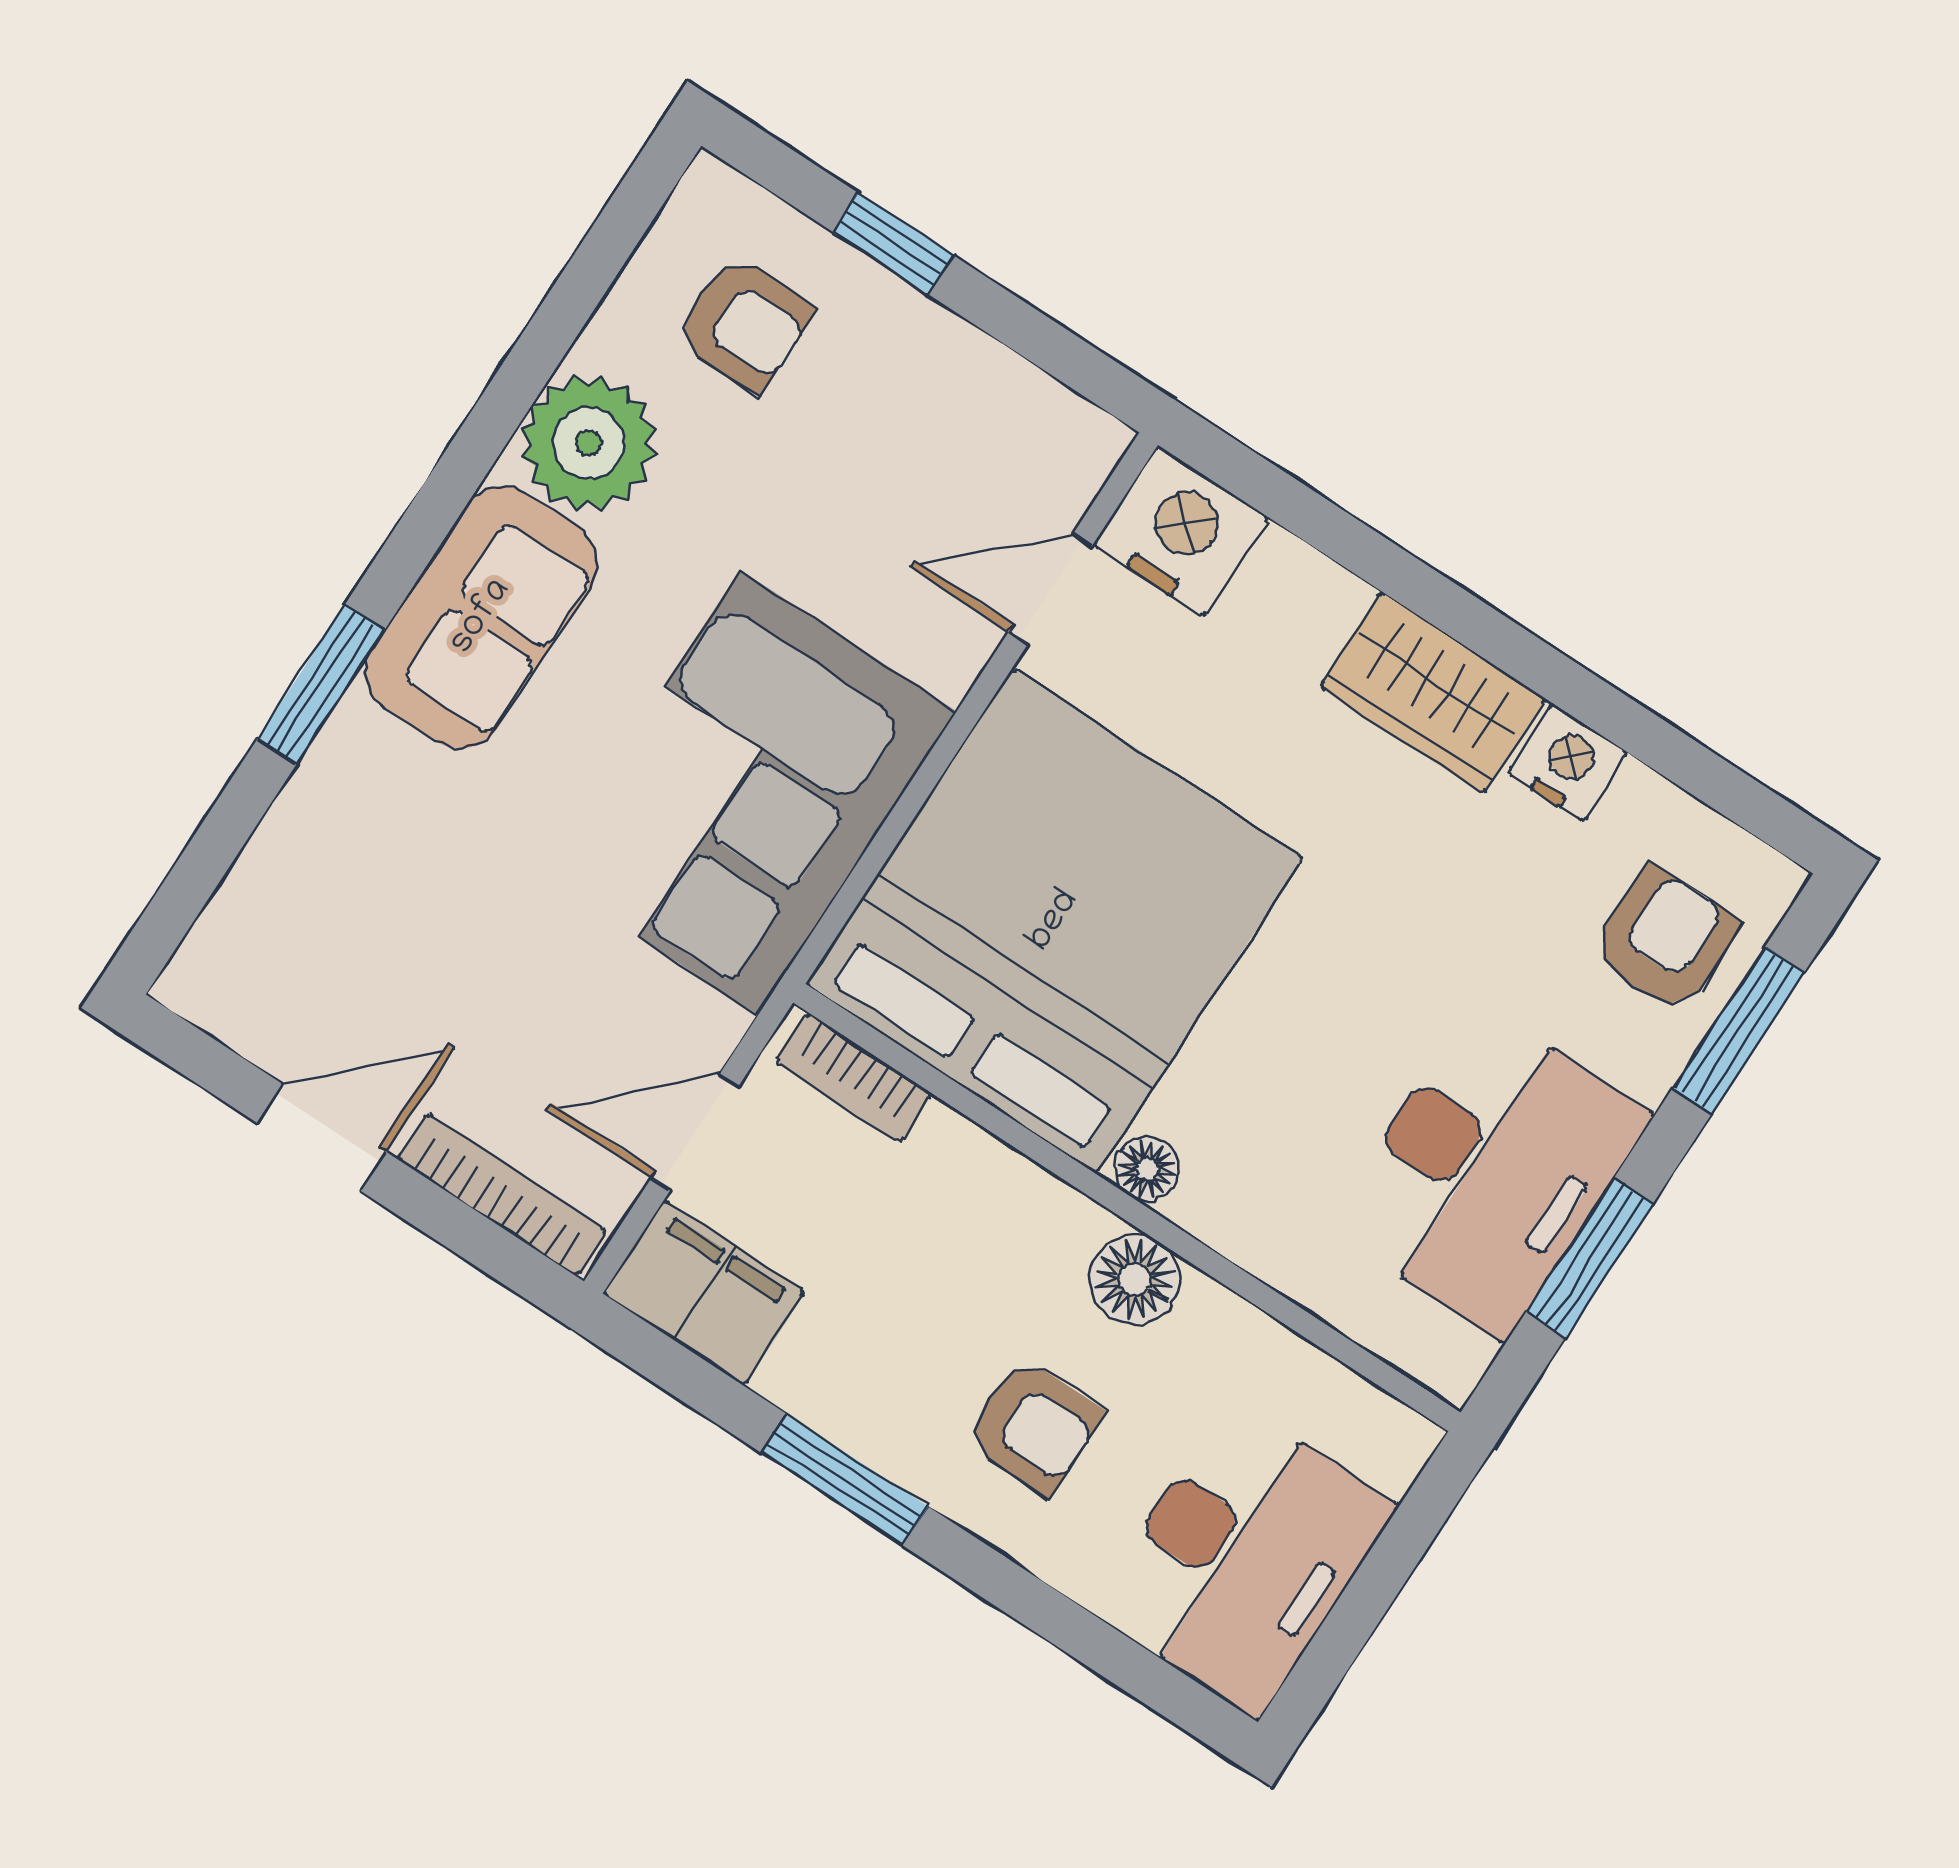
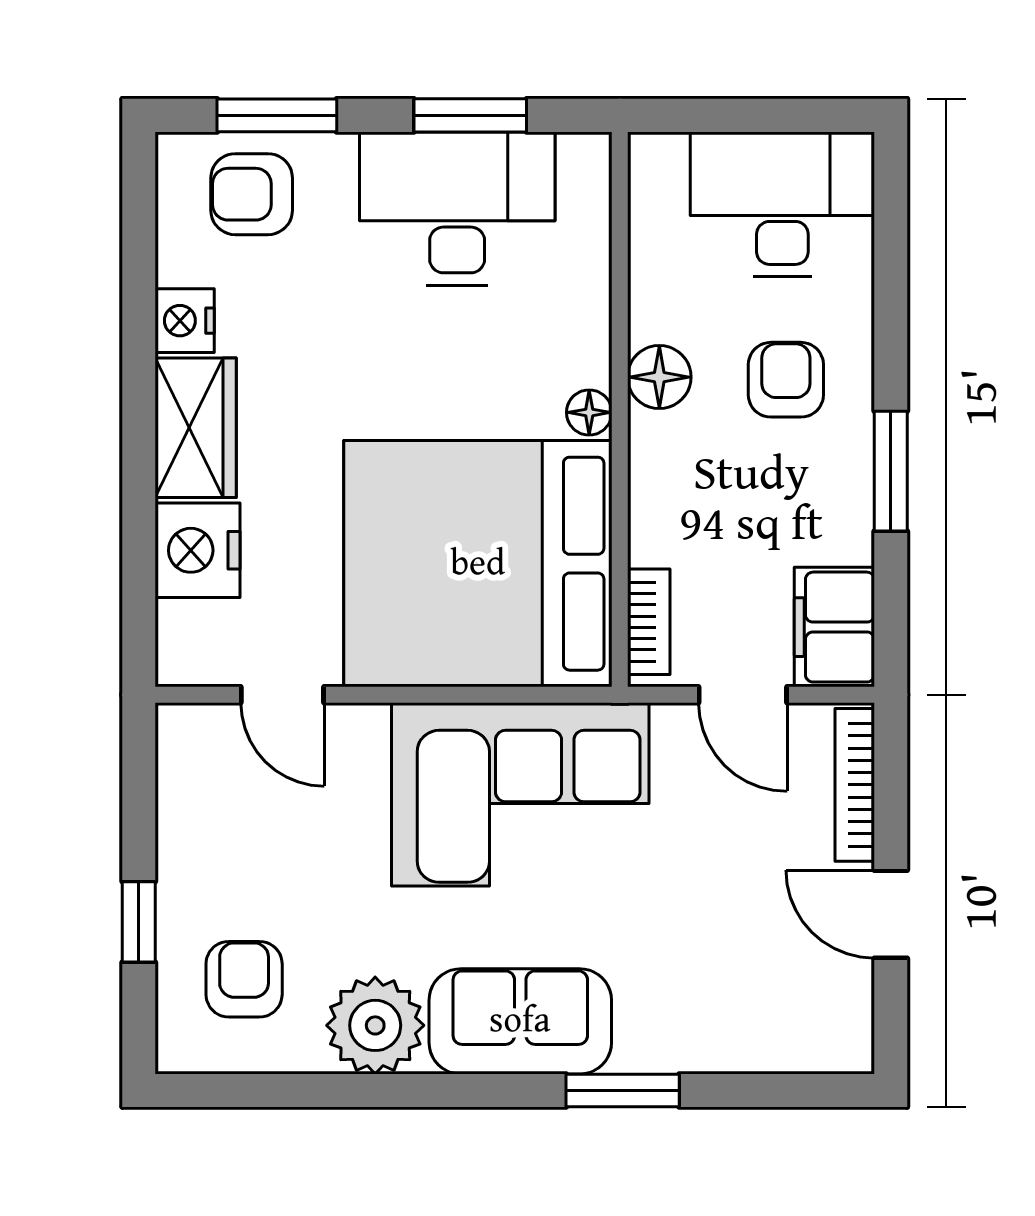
nightstand: (1181, 531) -> (198, 550), moved

